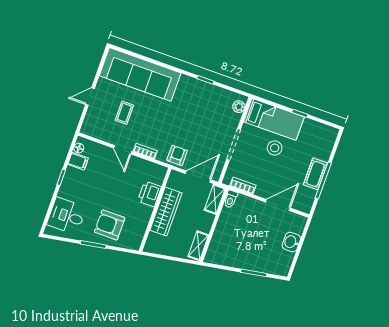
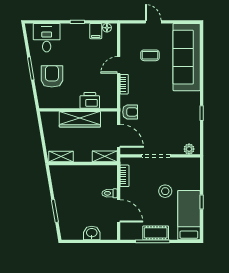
bed: (274, 119) -> (189, 215), moved, turned 180
toilet: (231, 199) -> (110, 193), moved

